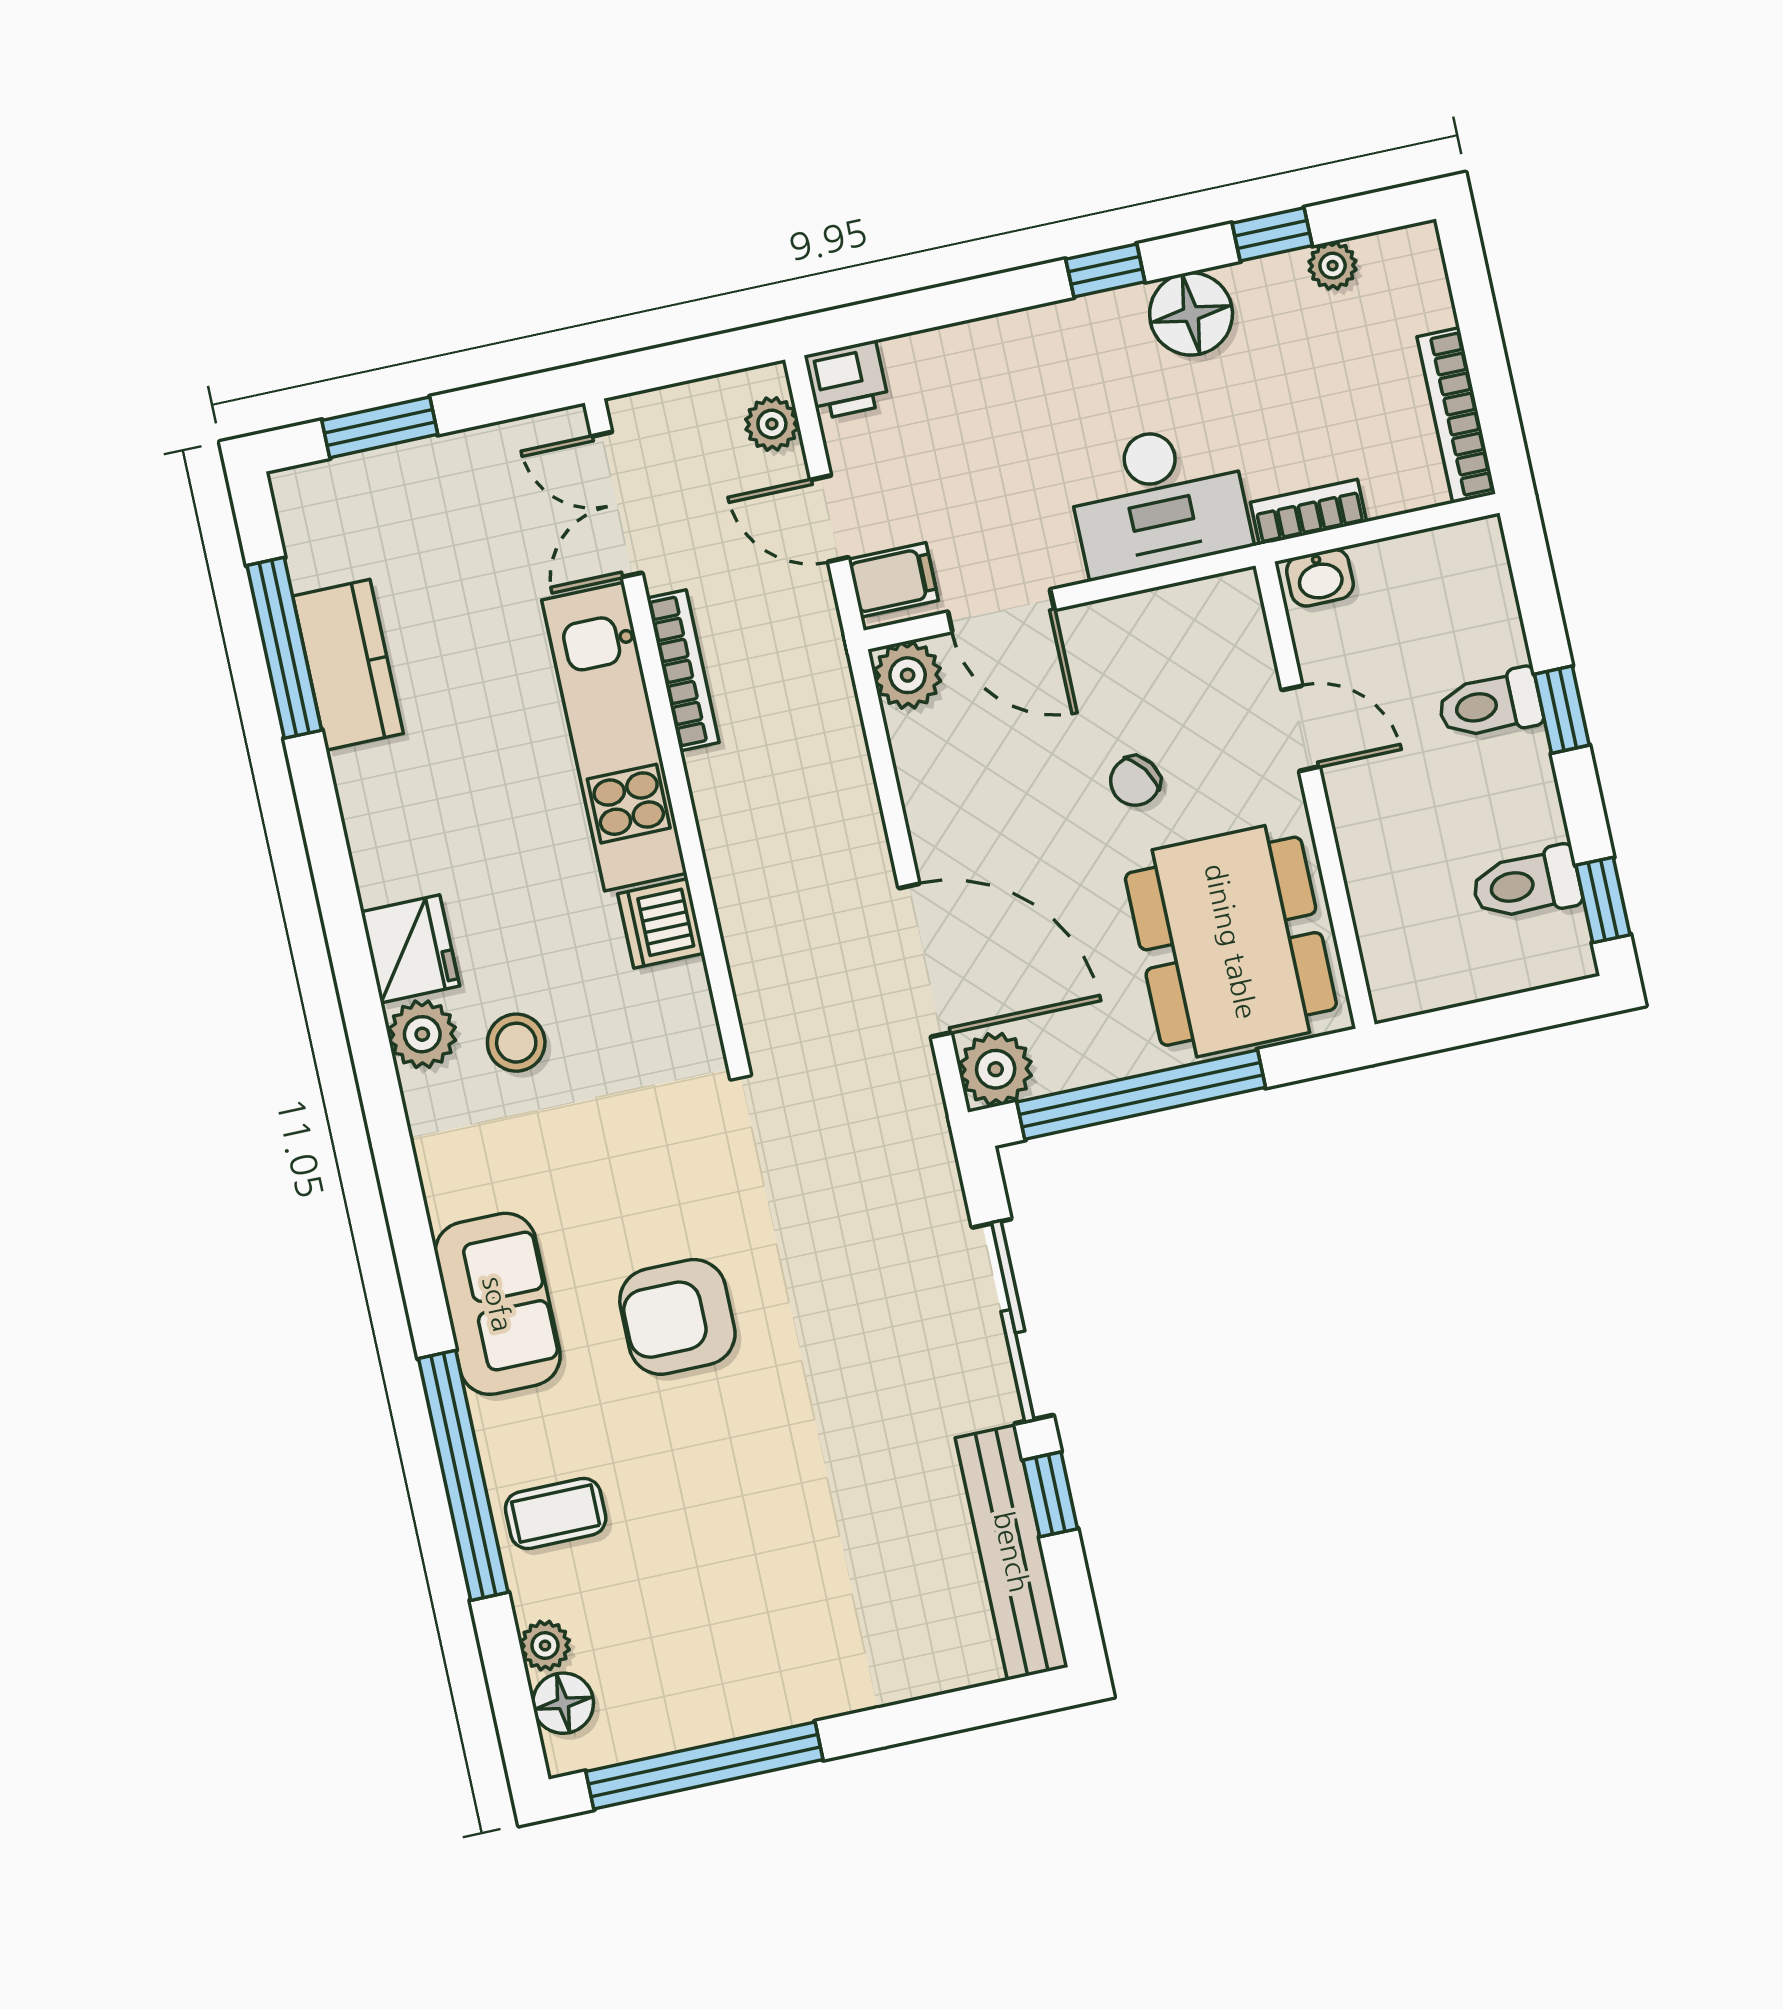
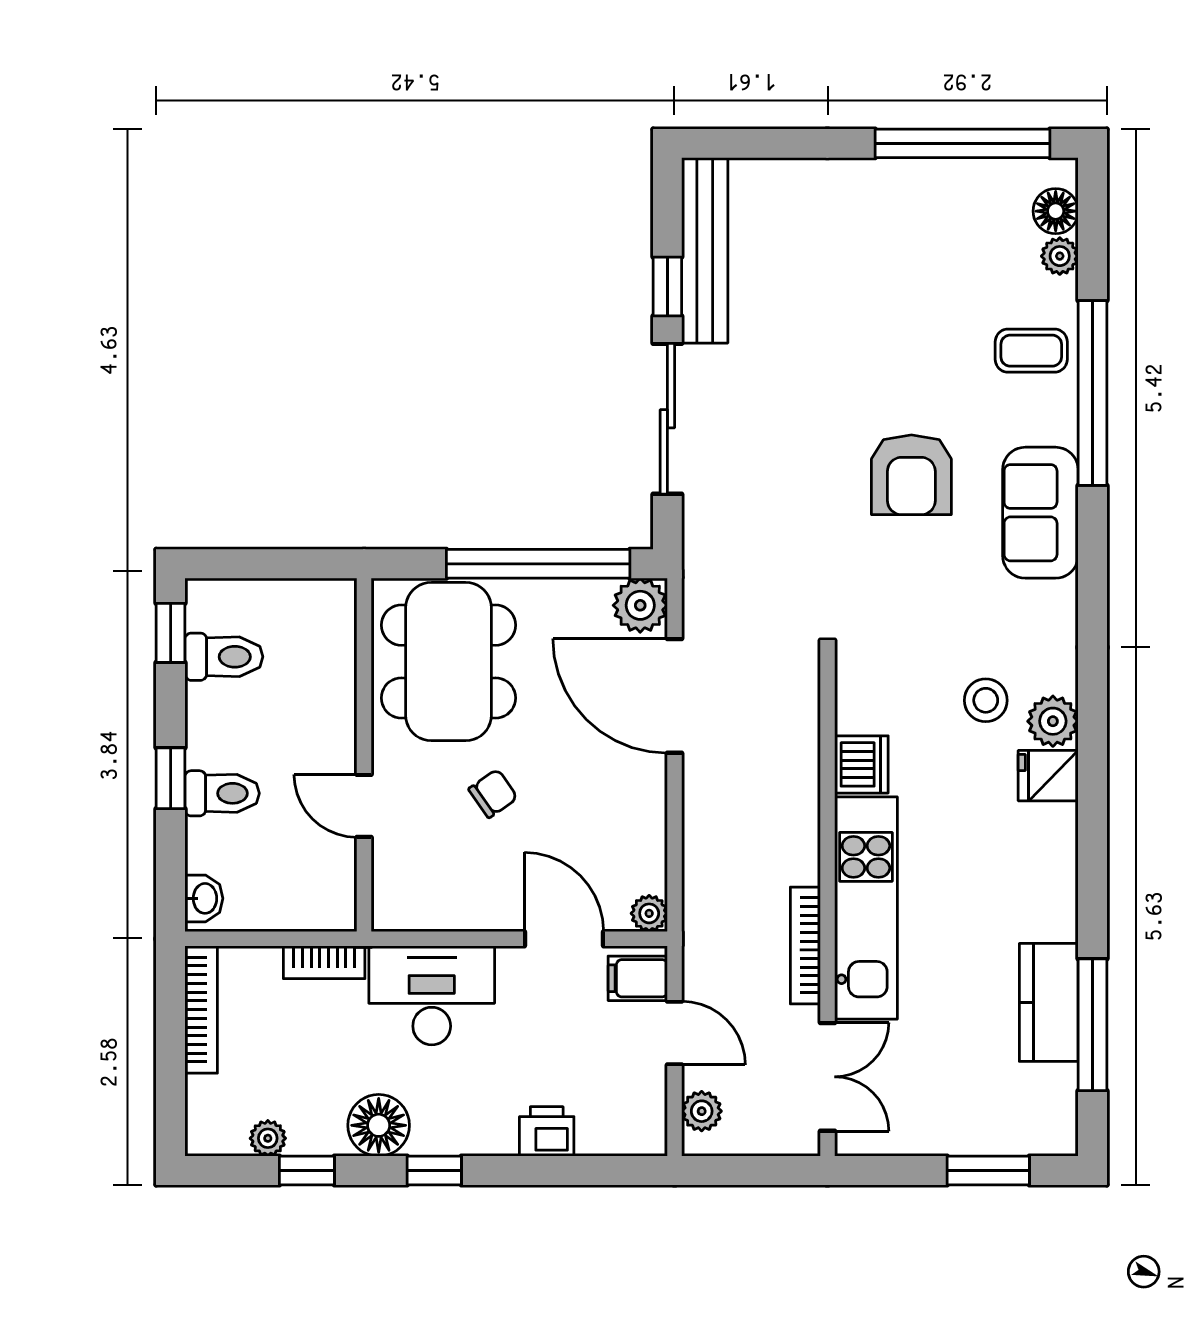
printer: (847, 380) -> (547, 1131), moved
washbasin: (1320, 578) -> (204, 898), moved, turned 90
plant: (908, 675) -> (649, 913), width x0.73, depth x0.73
fridge: (410, 949) -> (1048, 776), width x0.72
armchair: (677, 1317) -> (911, 475), turned 90

